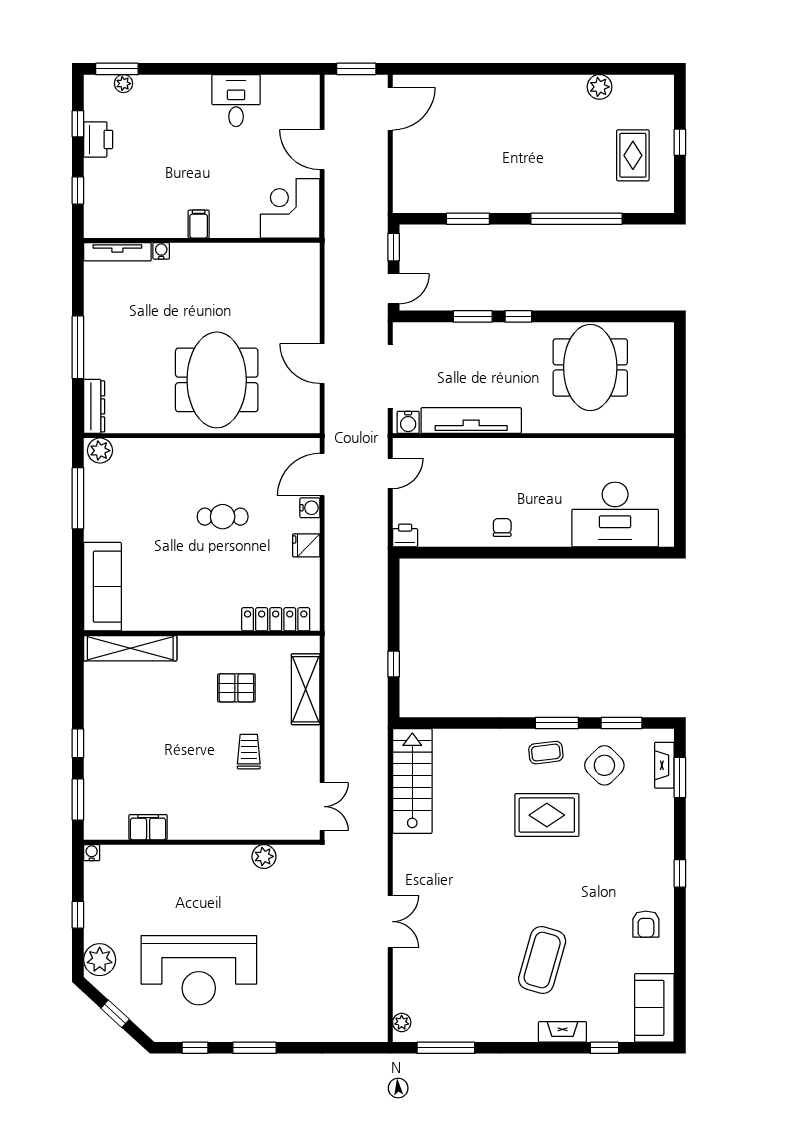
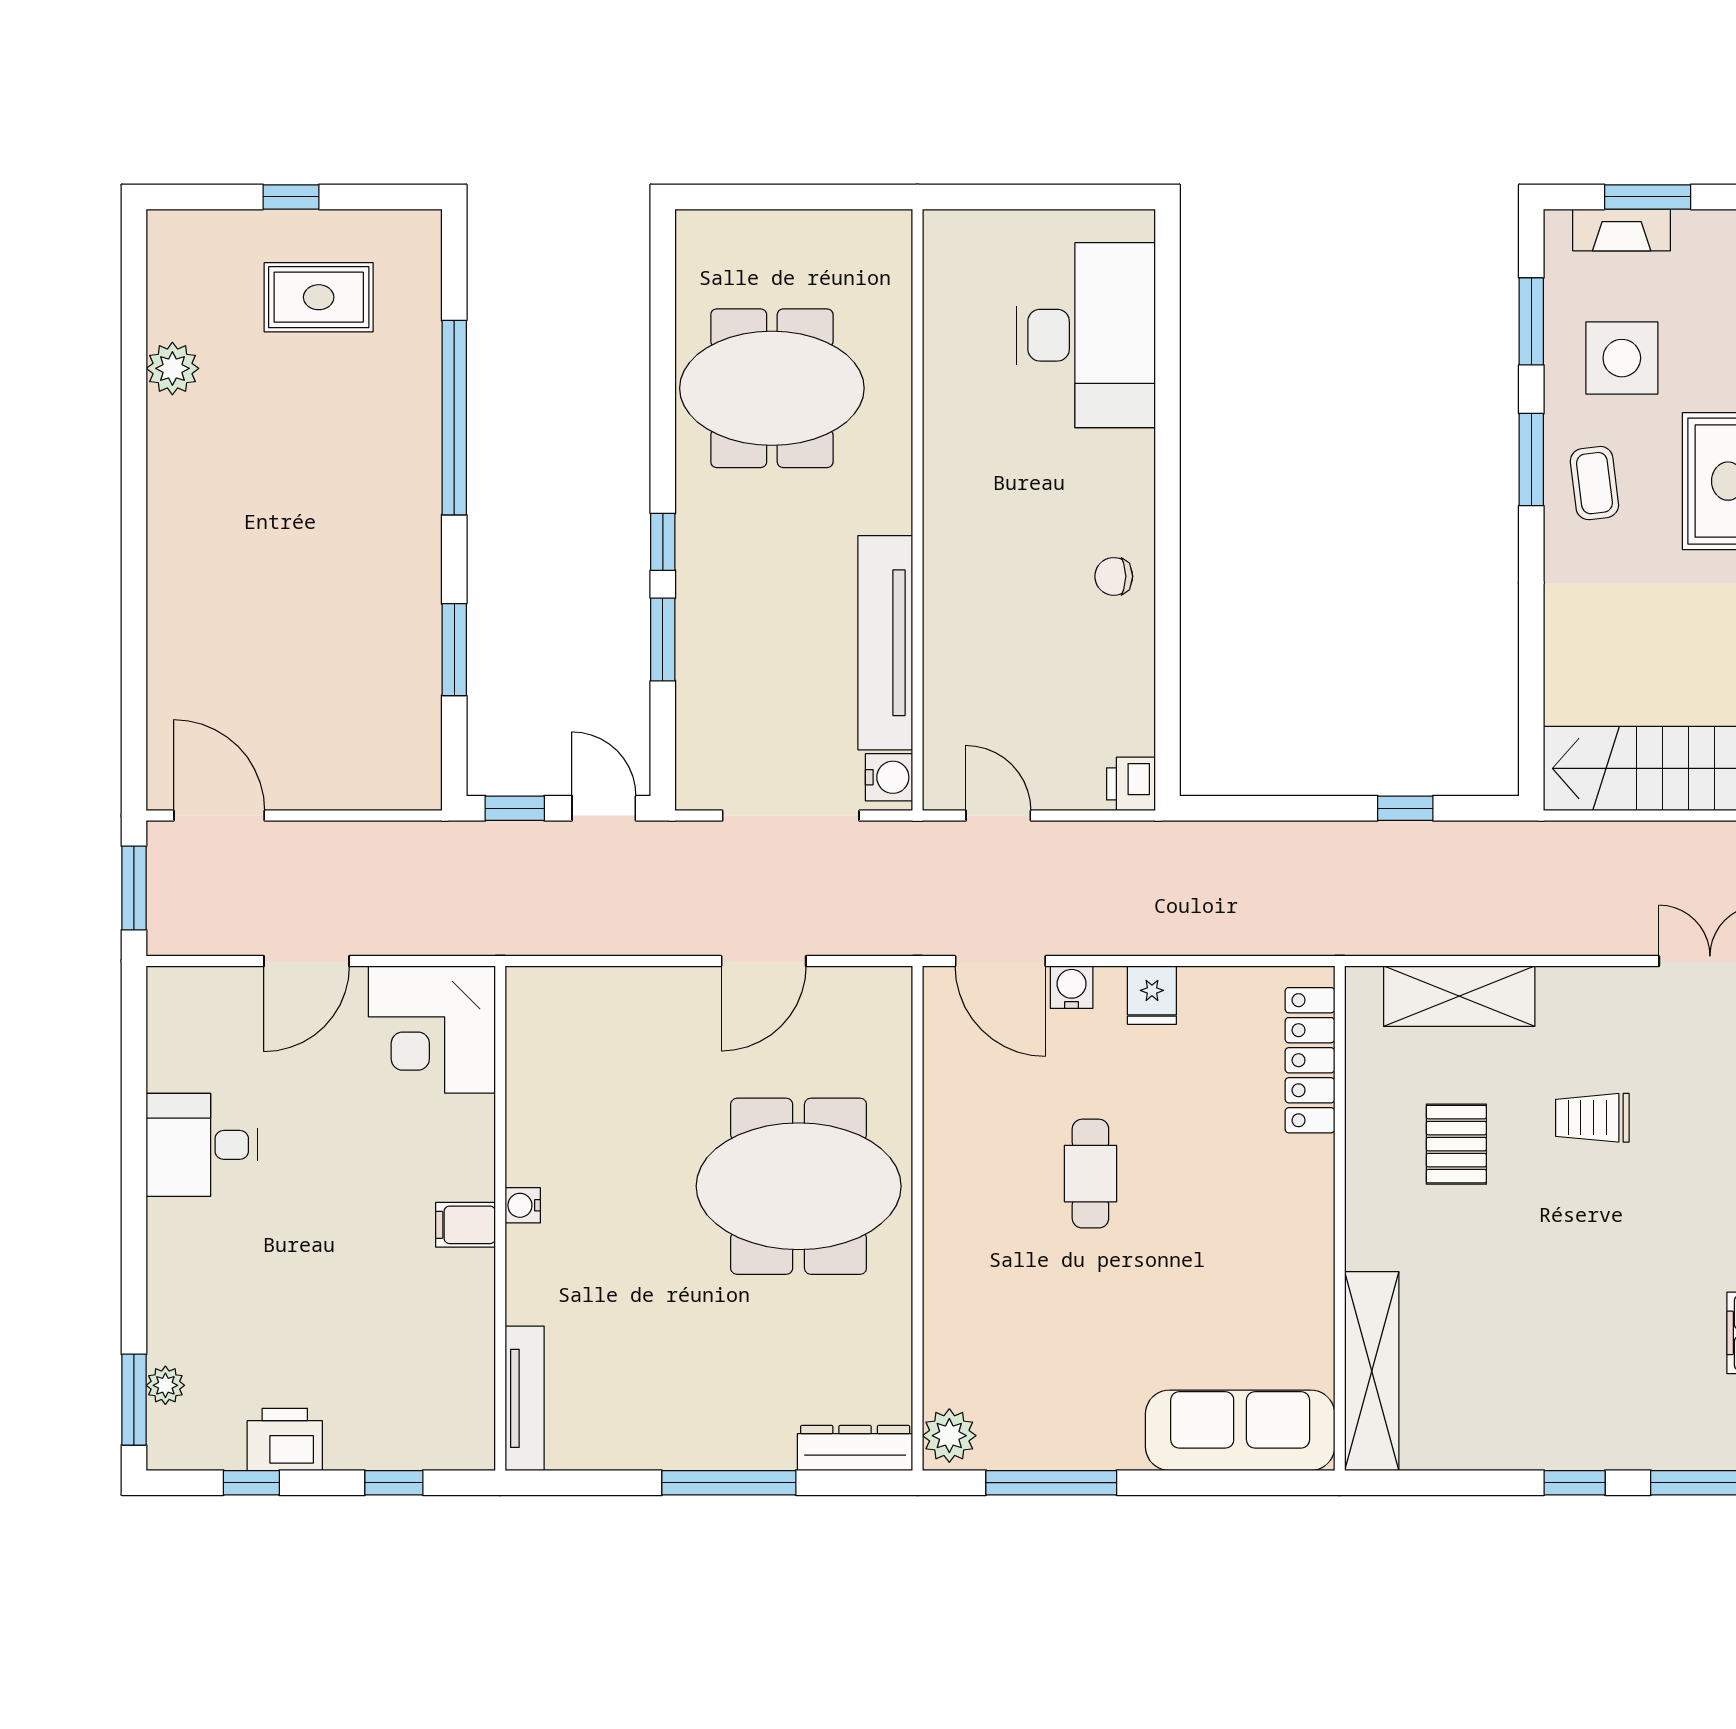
water cooler: (161, 251) -> (523, 1205), moved
side table: (604, 765) -> (1622, 358), turned 45

